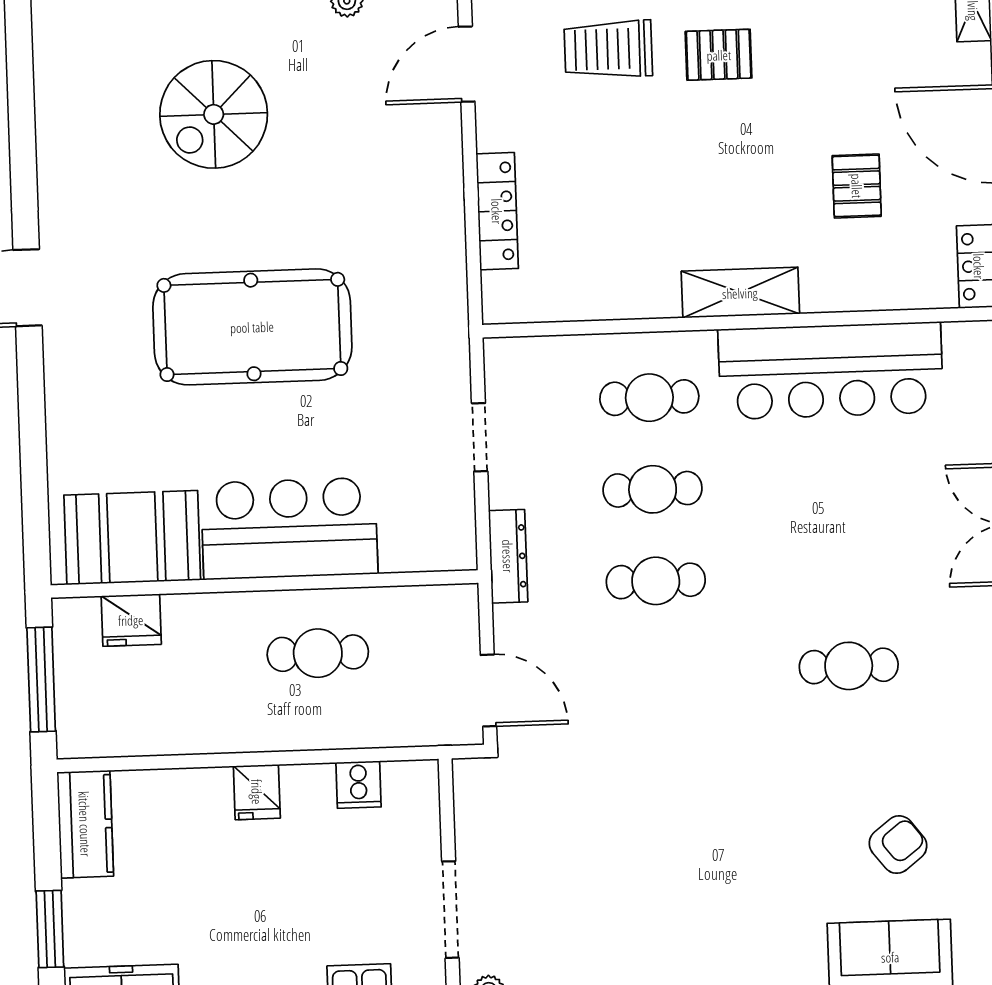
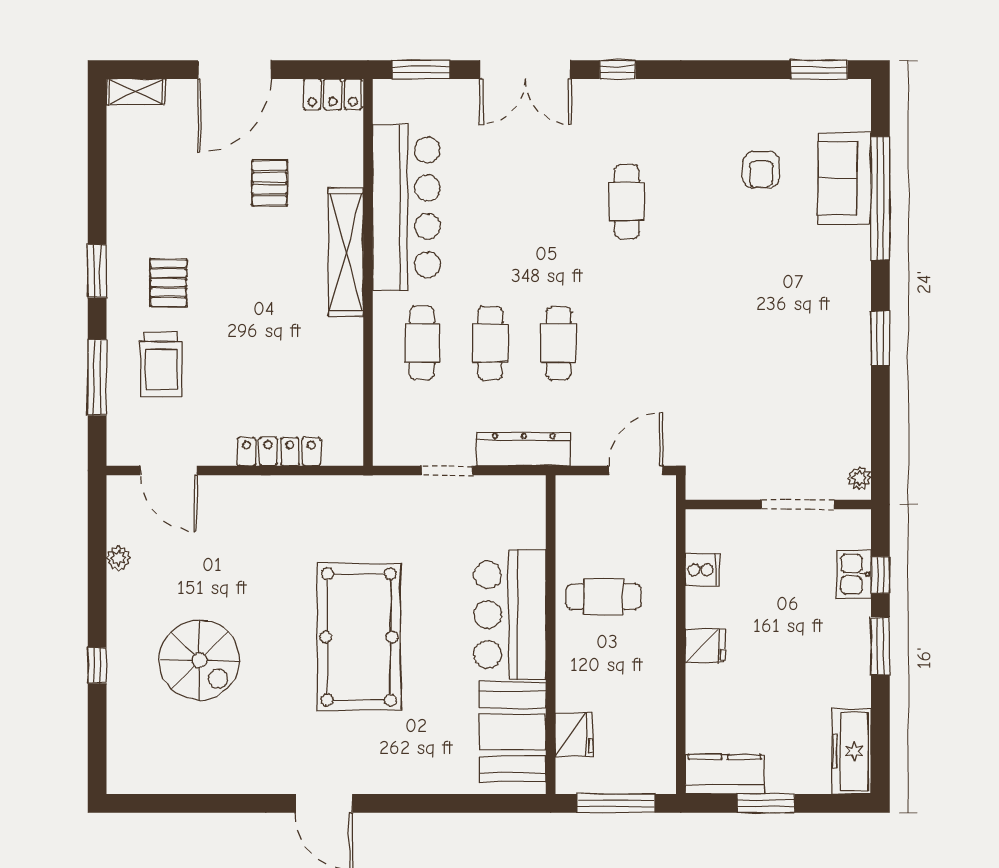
pallet: (857, 186) -> (270, 183), turned 90
shelving: (740, 293) -> (346, 252), width x1.47
dresser: (508, 556) -> (524, 449), width x1.37, depth x1.24
cafe table: (318, 653) -> (604, 597), turned 90
armchair: (898, 845) -> (761, 170), turned -142
window: (50, 929) -> (766, 803), moved

